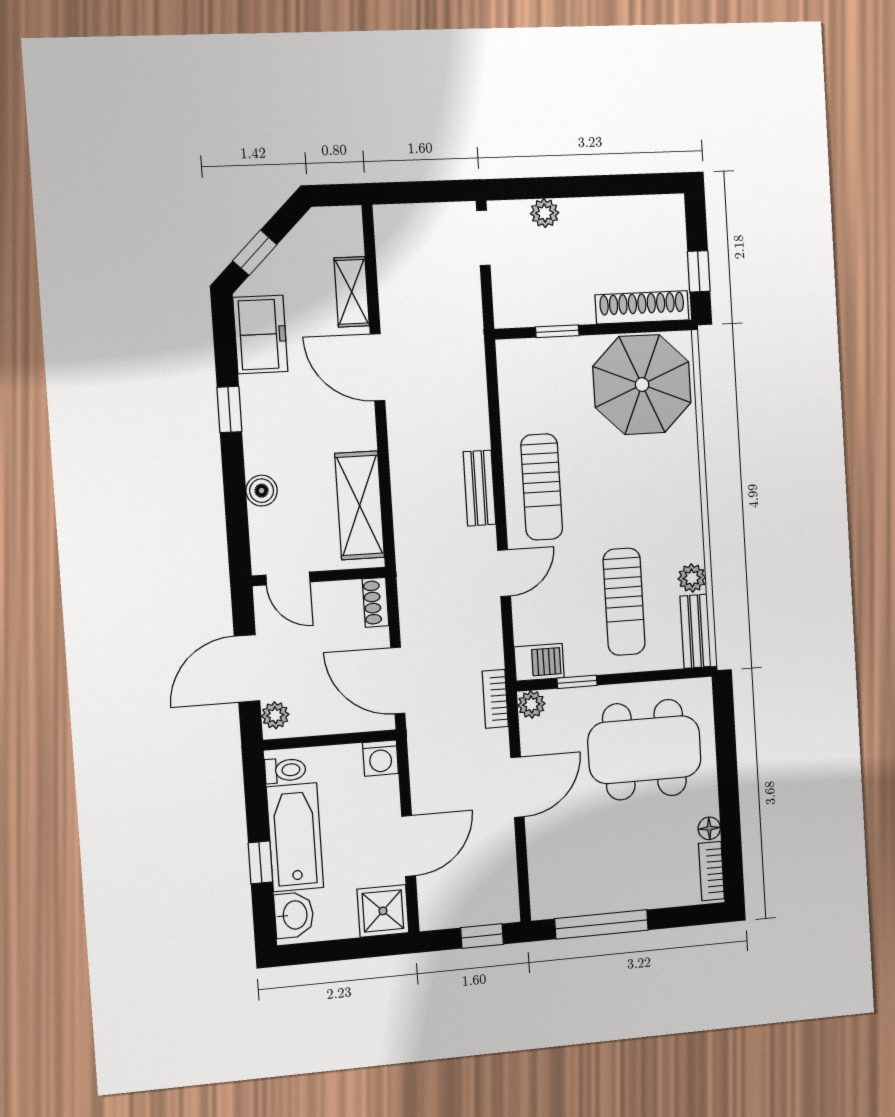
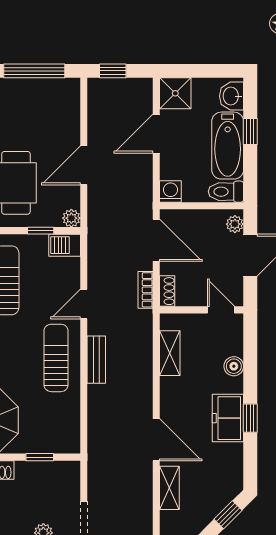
freezer: (260, 334) -> (228, 418), moved
shelving: (360, 505) -> (170, 353), width x0.67, depth x0.75
bookcase: (495, 699) -> (145, 290), moved, turned 180
toilet: (285, 770) -> (226, 192), width x1.37, depth x1.39

